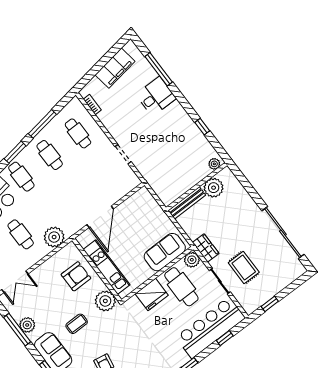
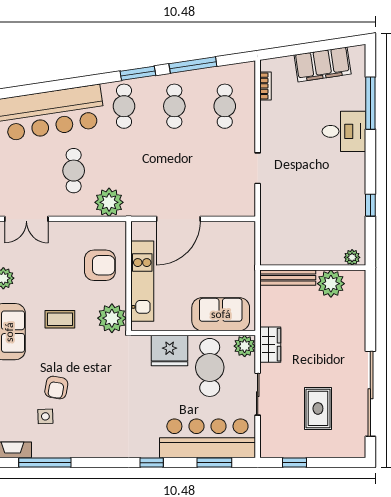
rug: (244, 267) -> (318, 408), moved
window: (225, 338) -> (214, 463), width x1.50

